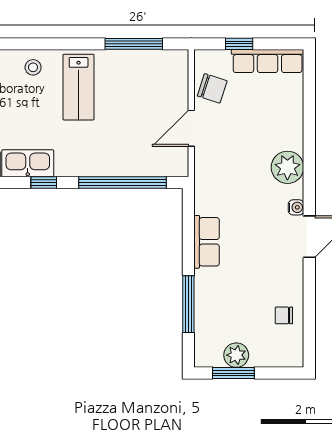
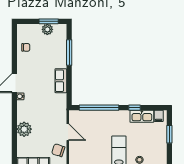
door: (191, 128) -> (68, 132), hinge flipped
plant: (287, 167) -> (24, 129), moved

